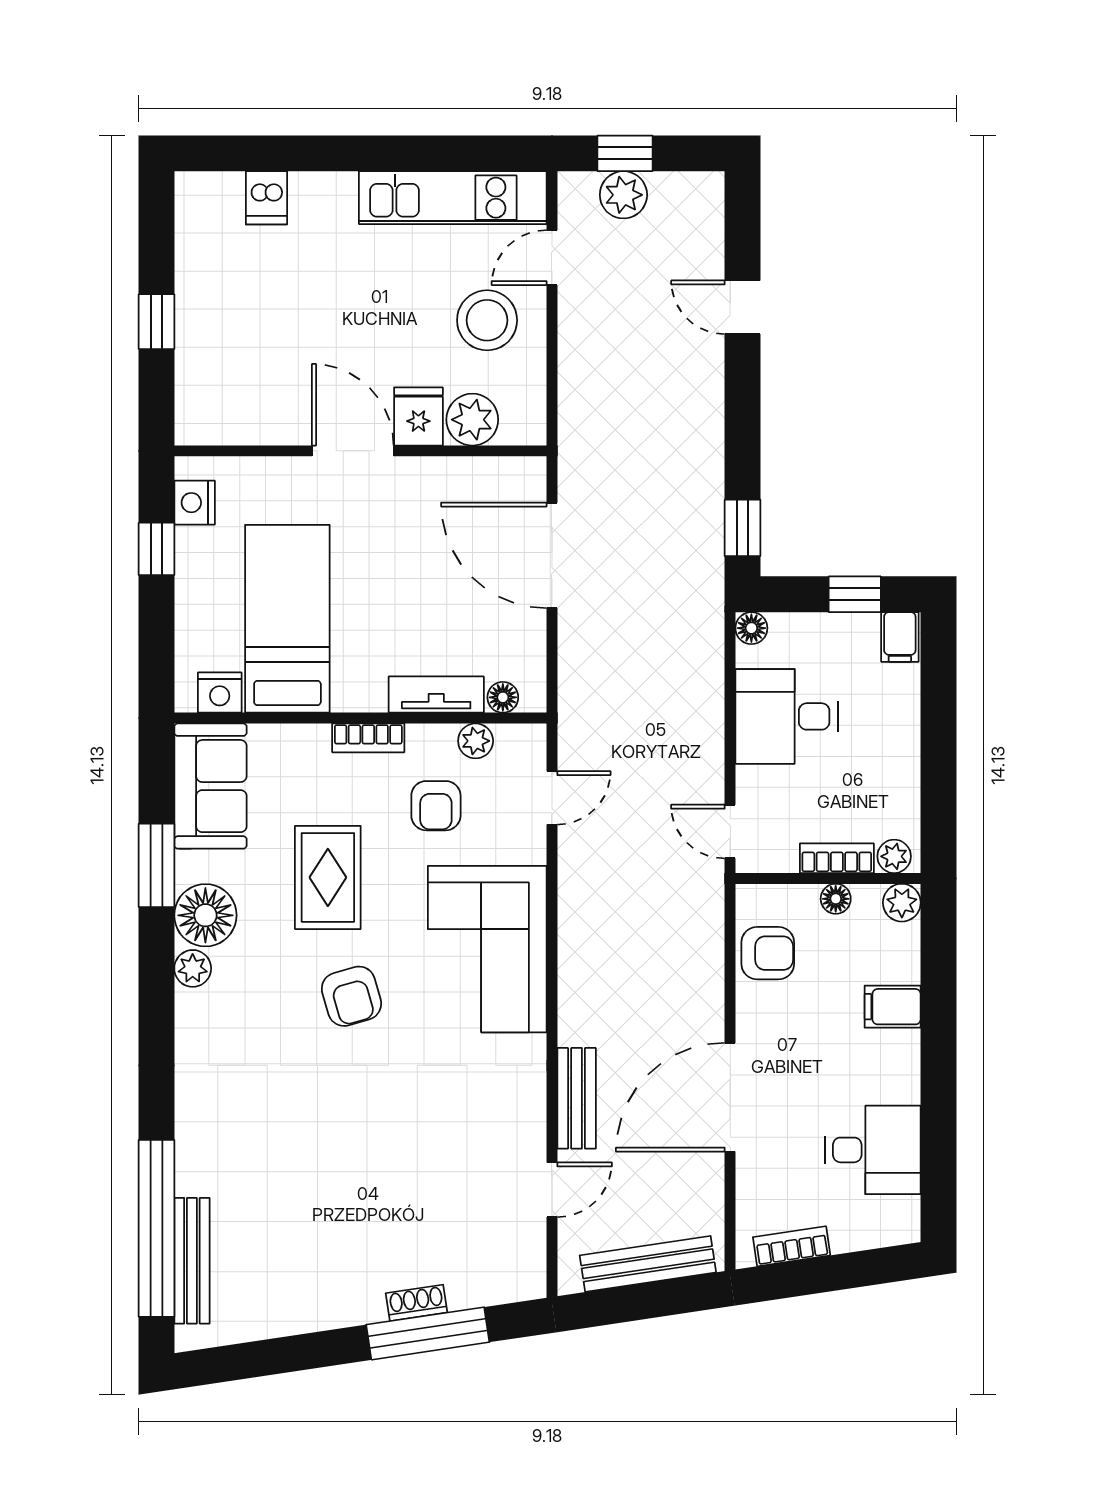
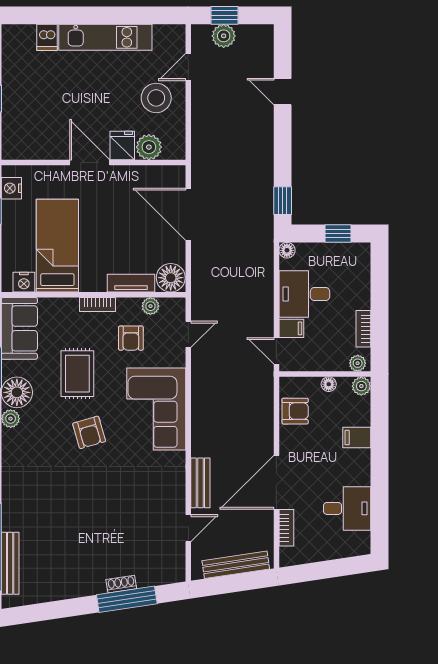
kitchen unit: (453, 198) -> (105, 37), moved
filing cabinet: (900, 637) -> (291, 328), moved, turned -90
floor lamp: (503, 697) -> (171, 278), width x1.89, depth x1.89
bookcase: (837, 858) -> (363, 329), moved, turned -90
bookcase: (792, 1246) -> (286, 528), moved, turned 98

